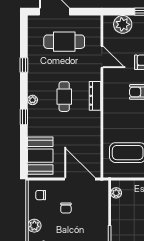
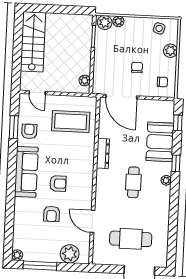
window: (24, 65) -> (178, 123), moved
dresser: (95, 96) -> (103, 153), moved
booth: (40, 156) -> (160, 142), moved

